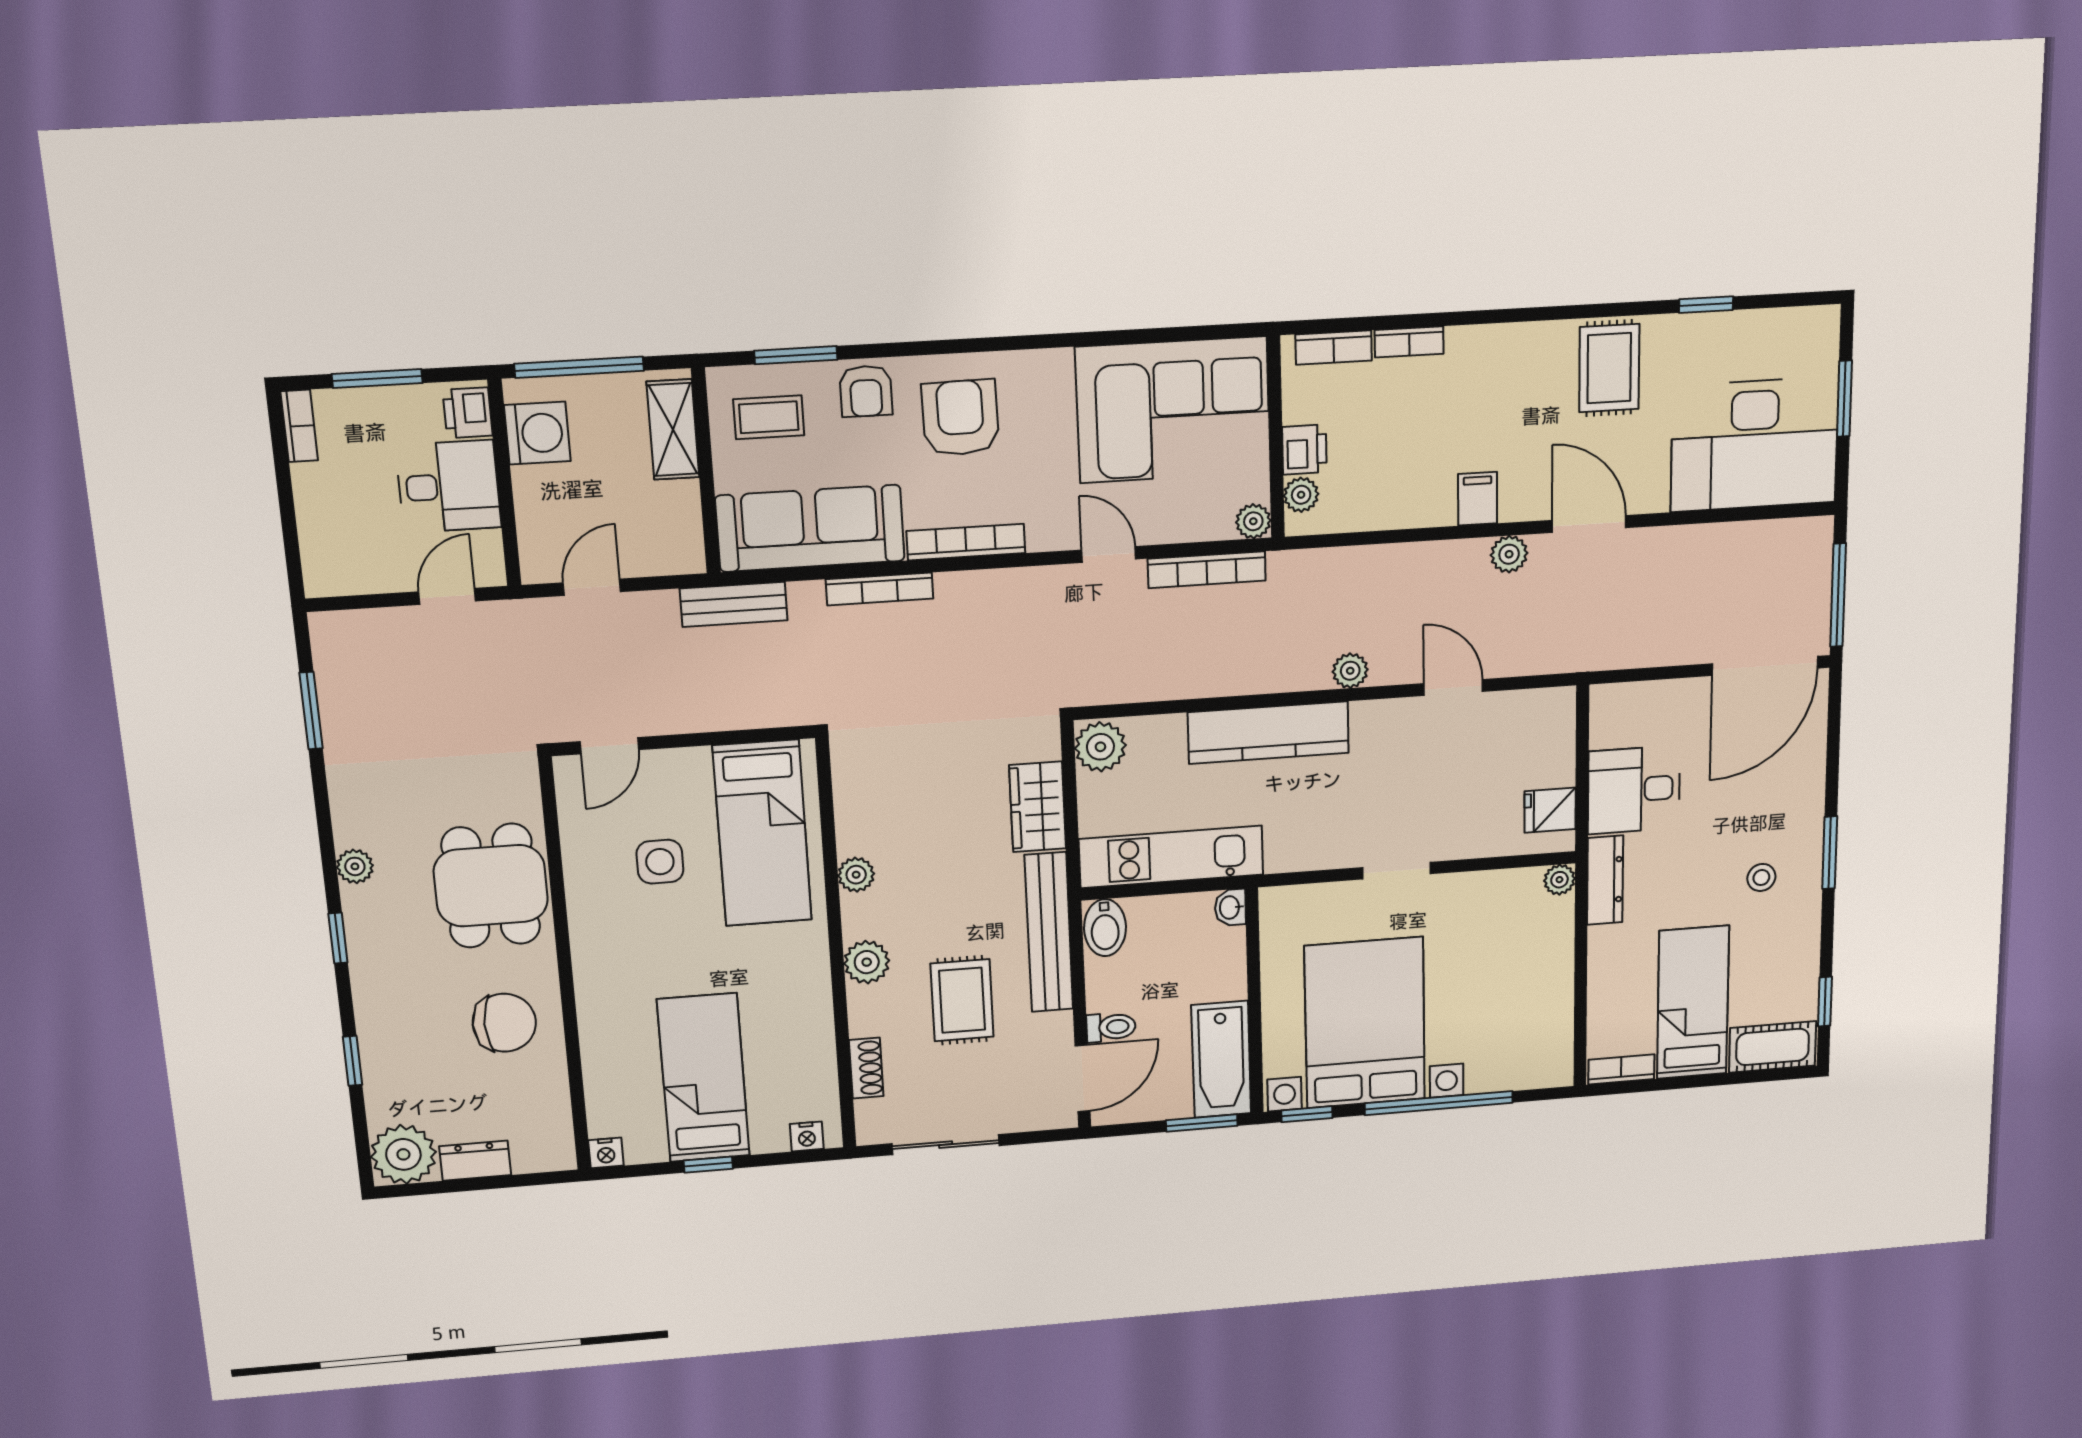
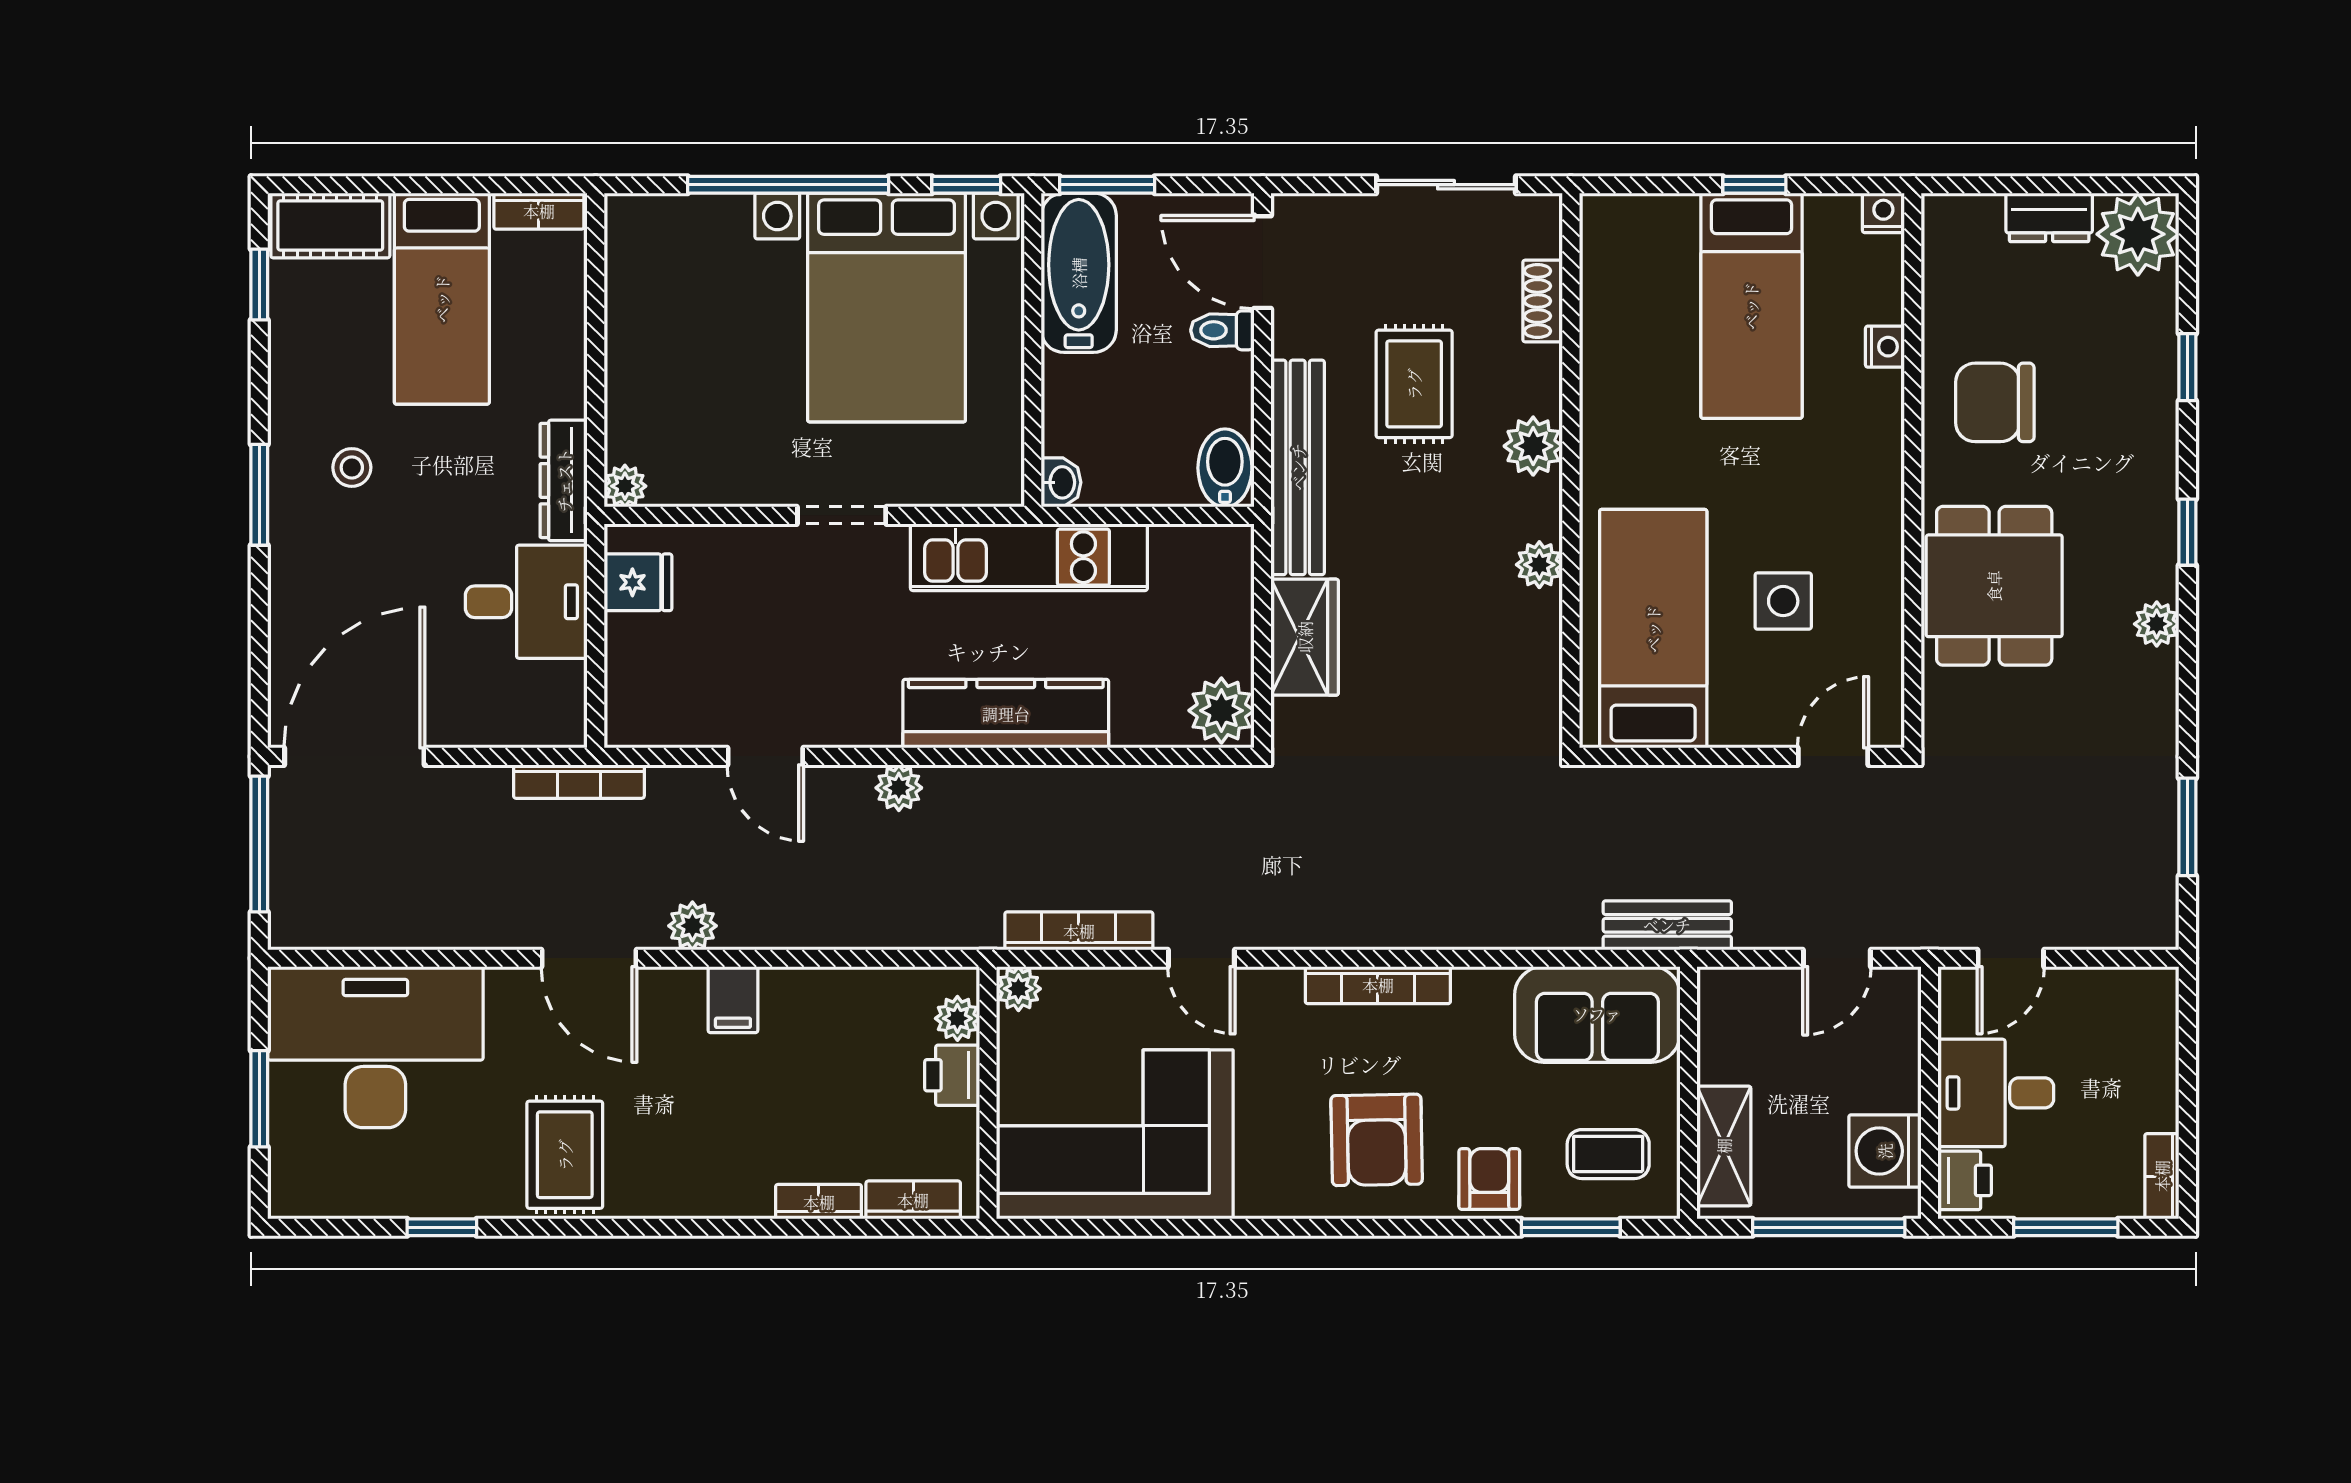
sofa: (810, 528) -> (1597, 1014), width x0.73
bookcase: (880, 589) -> (579, 782), moved, turned 180
kitchen unit: (1171, 857) -> (1029, 557), moved
door: (1082, 1078) -> (1263, 262), hinge flipped
nightstand: (807, 1136) -> (1885, 347), moved, turned 90

